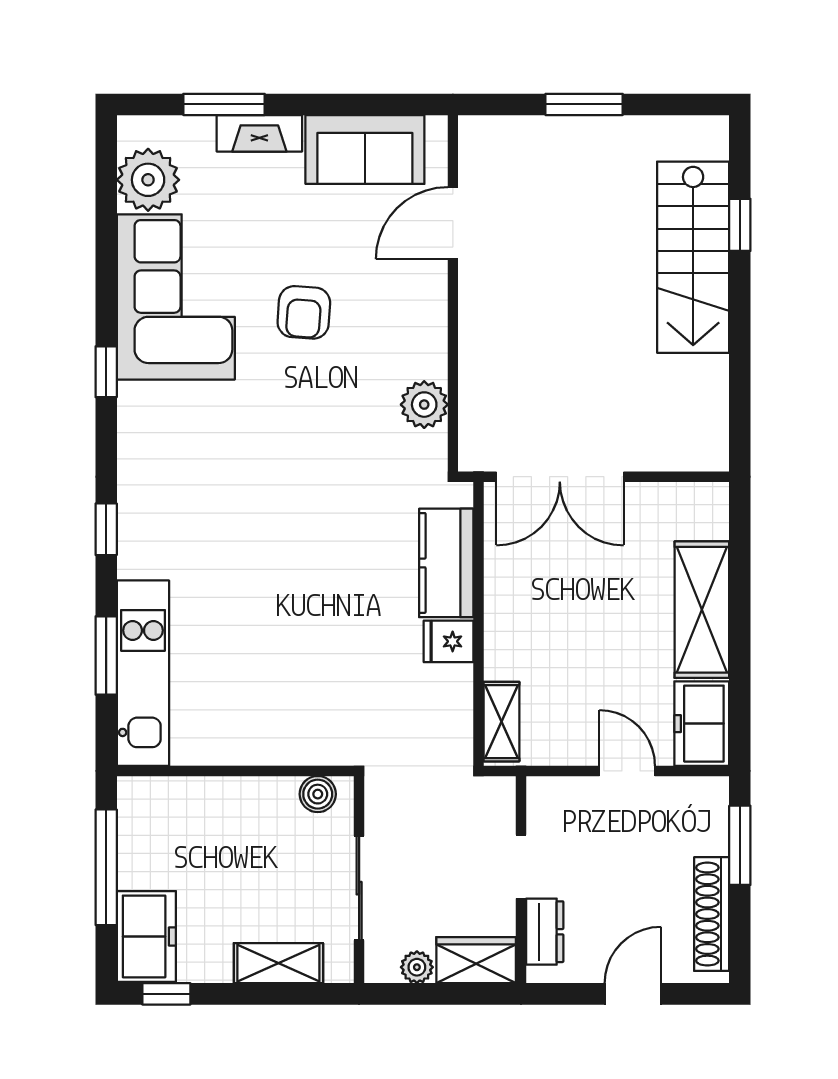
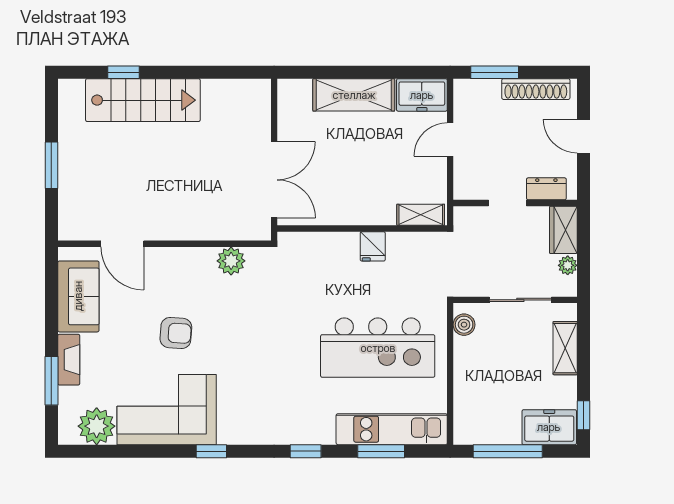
kitchen counter: (446, 563) -> (326, 248), removed
kitchen island: (279, 650) -> (378, 348), added

